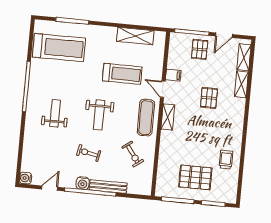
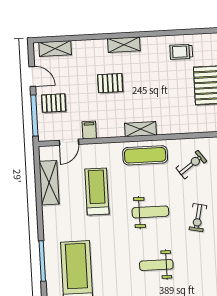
shelving: (241, 84) -> (124, 45), moved
door: (163, 89) -> (69, 142), moved

